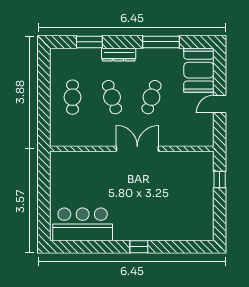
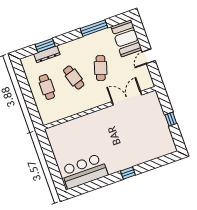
dresser: (119, 54) -> (47, 54), moved
double door: (137, 149) -> (127, 98), moved
window: (220, 180) -> (171, 119), moved

